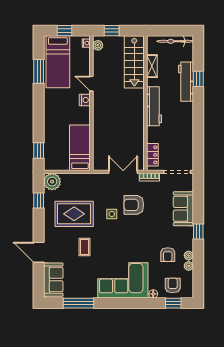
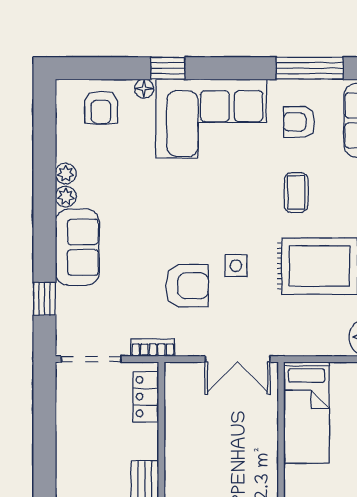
double door: (123, 172) -> (238, 359), moved
sofa: (183, 209) -> (77, 247), moved
window: (198, 231) -> (44, 299), moved
armchair: (168, 255) -> (299, 122), moved, turned -90
plant: (189, 266) -> (66, 197), moved
window: (173, 303) -> (168, 68), moved

